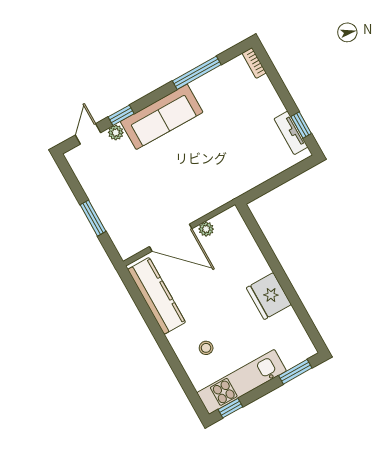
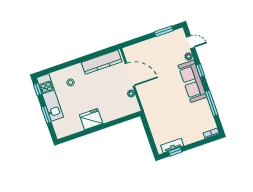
window: (121, 115) -> (200, 71), moved
window: (93, 218) -> (164, 31), moved
door: (171, 238) -> (130, 75), swing flipped
window: (295, 372) -> (46, 115), moved

